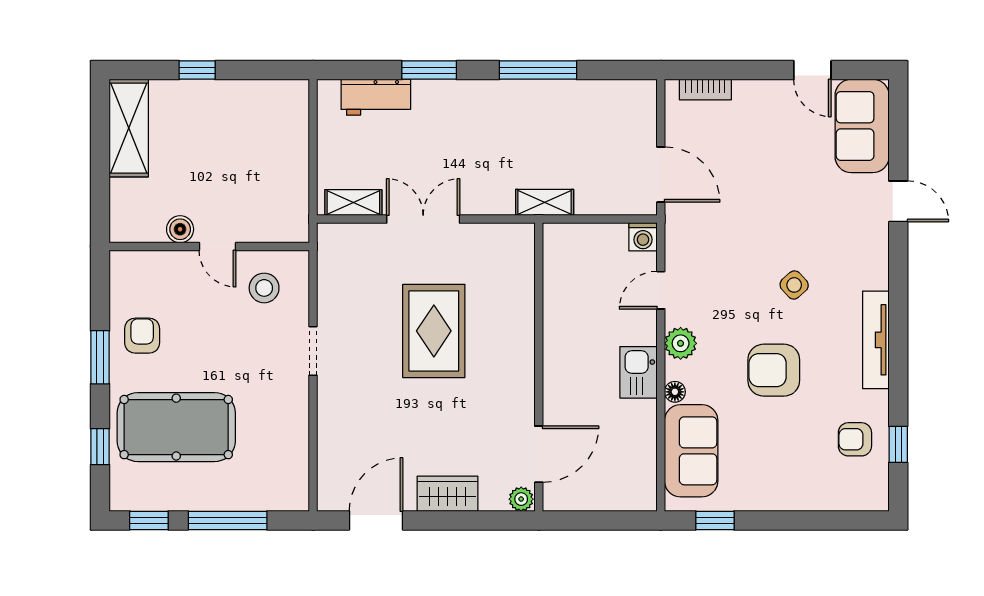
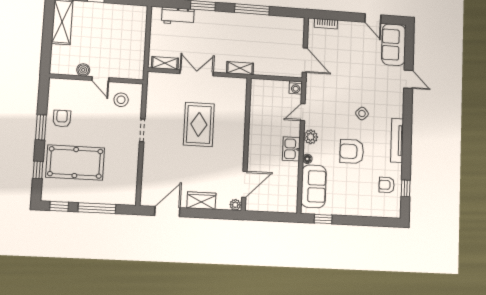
shelving: (545, 202) -> (240, 68), moved

